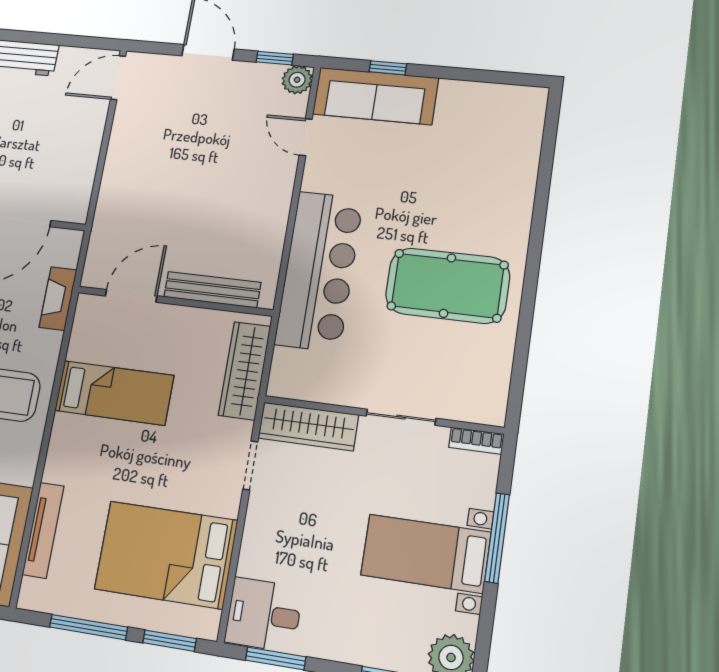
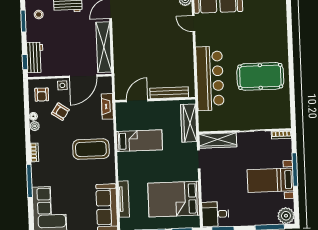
shelving: (82, 161) -> (104, 47), added

